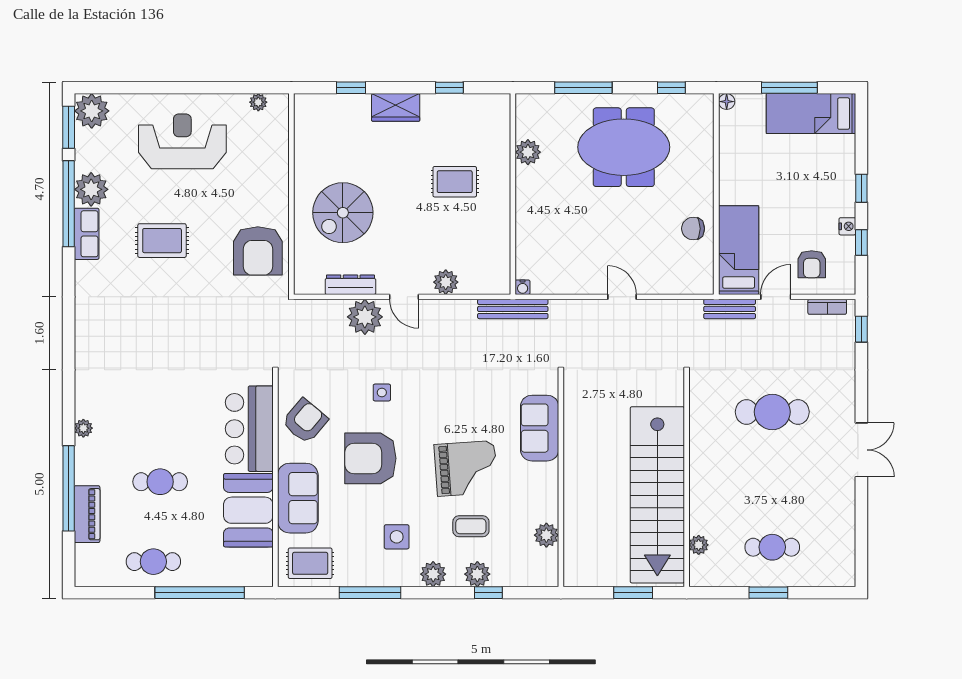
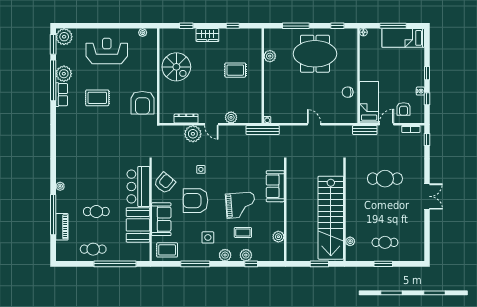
spiral stairs: (343, 213) -> (176, 67), moved, turned -90

